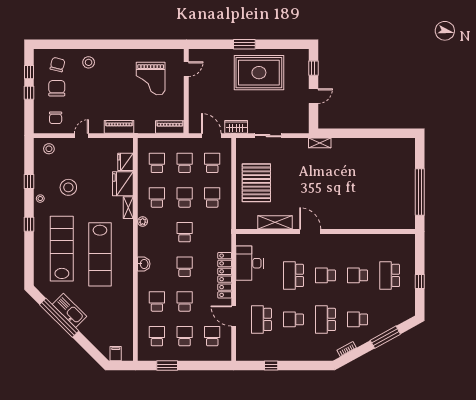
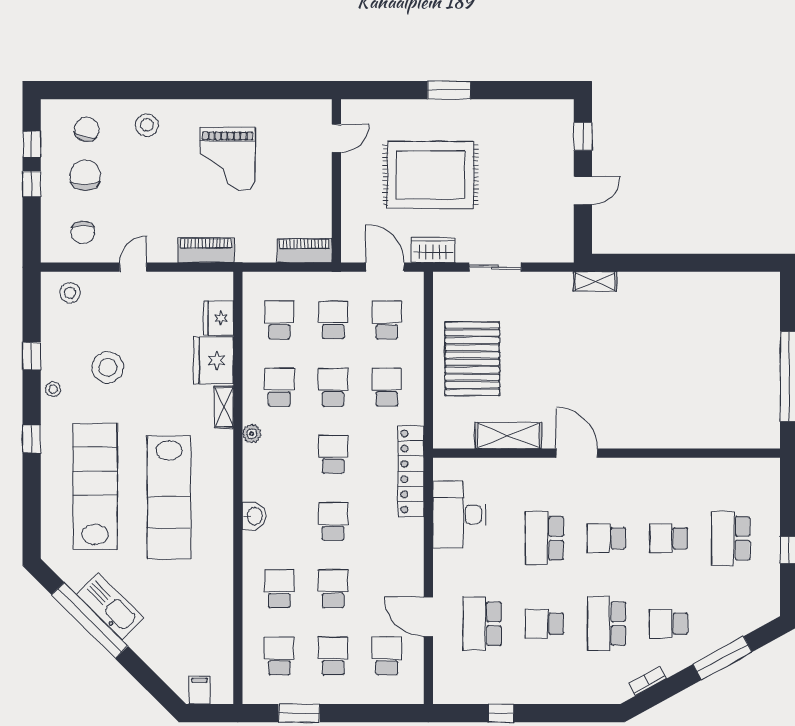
rug: (259, 73) -> (431, 175), moved
grand piano: (151, 79) -> (227, 159), moved
locker: (225, 275) -> (411, 471), moved

